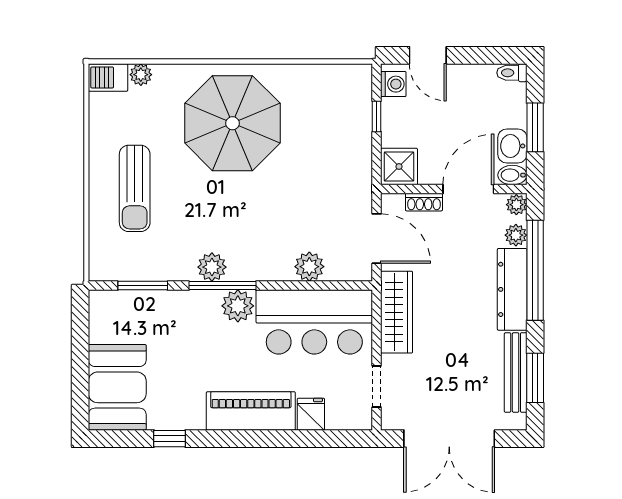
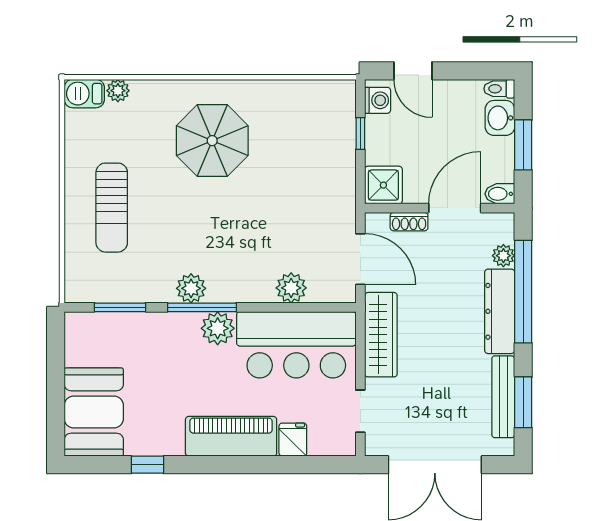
parasol: (232, 123) -> (212, 141), width x0.73, depth x0.73
washbasin: (512, 146) -> (500, 118), moved
plant: (516, 205) -> (504, 224), removed

